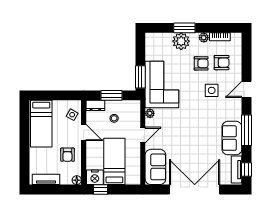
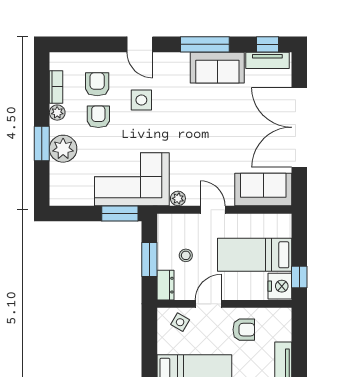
floor lamp: (77, 180) -> (284, 315), removed

